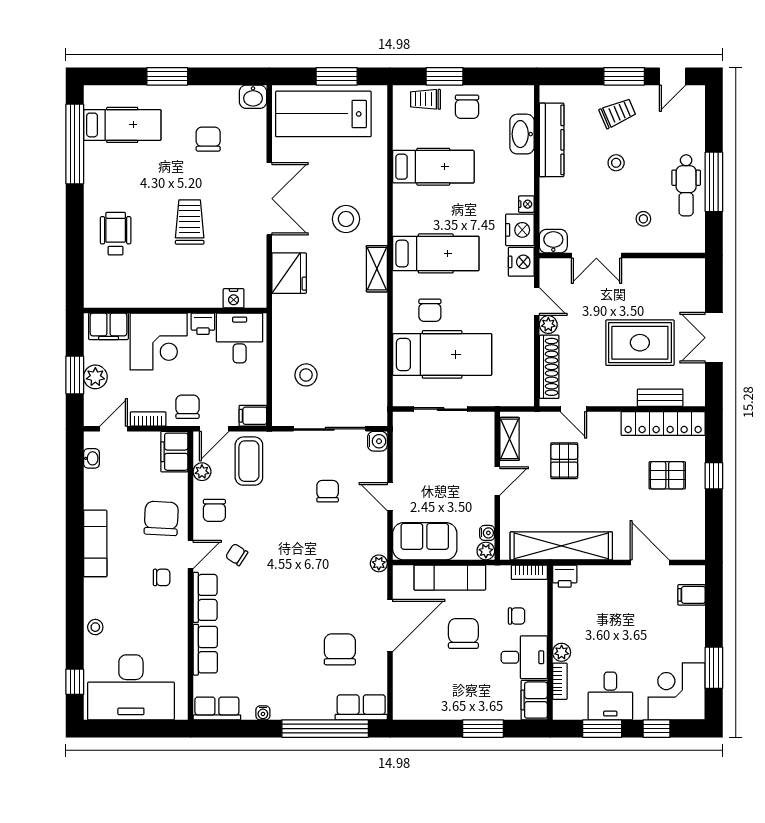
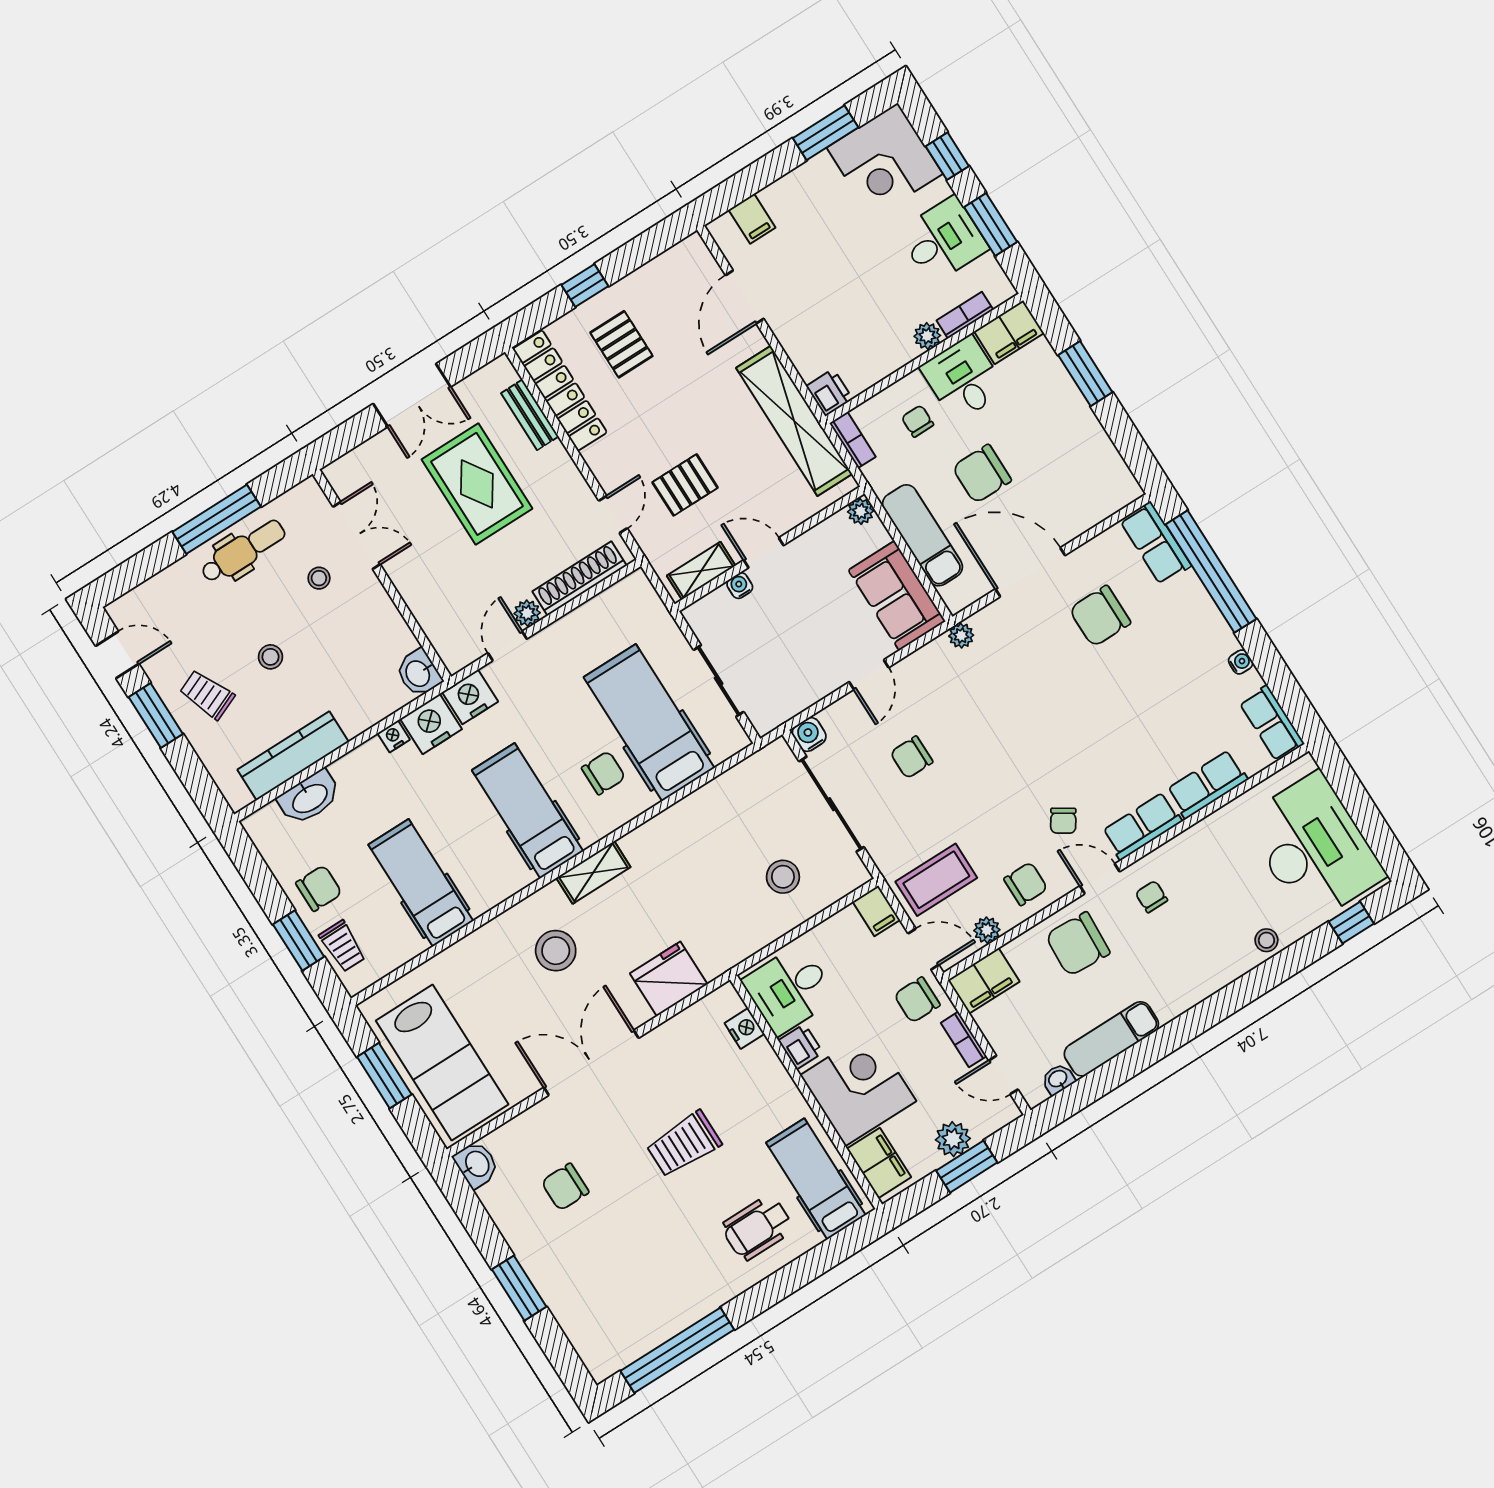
hospital bed: (122, 125) -> (816, 1179), moved
double door: (596, 256) -> (357, 535), moved
water cooler: (487, 533) -> (740, 586), moved
exam couch: (95, 543) -> (1111, 1039), moved

